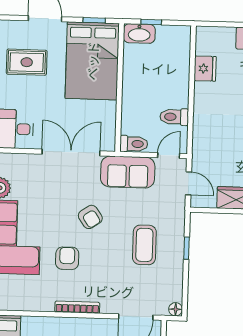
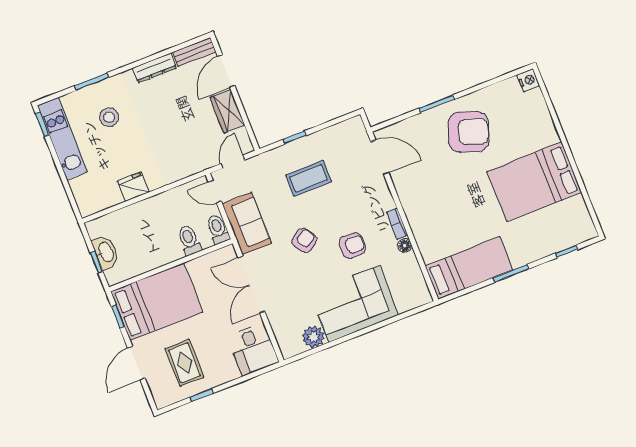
washbasin: (139, 34) -> (106, 252), moved
fridge: (205, 69) -> (133, 187), moved
toilet: (174, 117) -> (189, 240), moved, turned 180
armchair: (67, 258) -> (352, 245), turned 180
bookcase: (77, 307) -> (397, 224), width x0.64
floor lamp: (176, 309) -> (405, 246), moved

